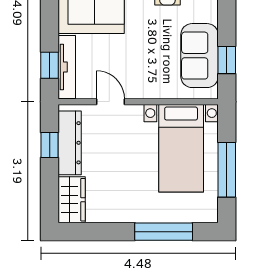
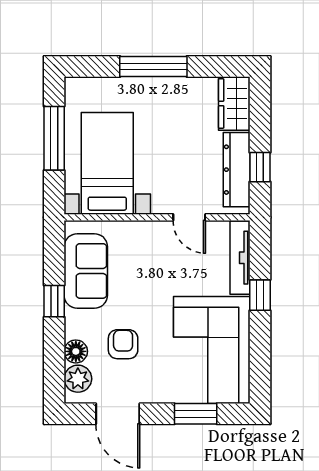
window: (227, 60) -> (54, 301), moved
window: (50, 65) -> (260, 295), moved
window: (164, 232) -> (153, 66), moved

